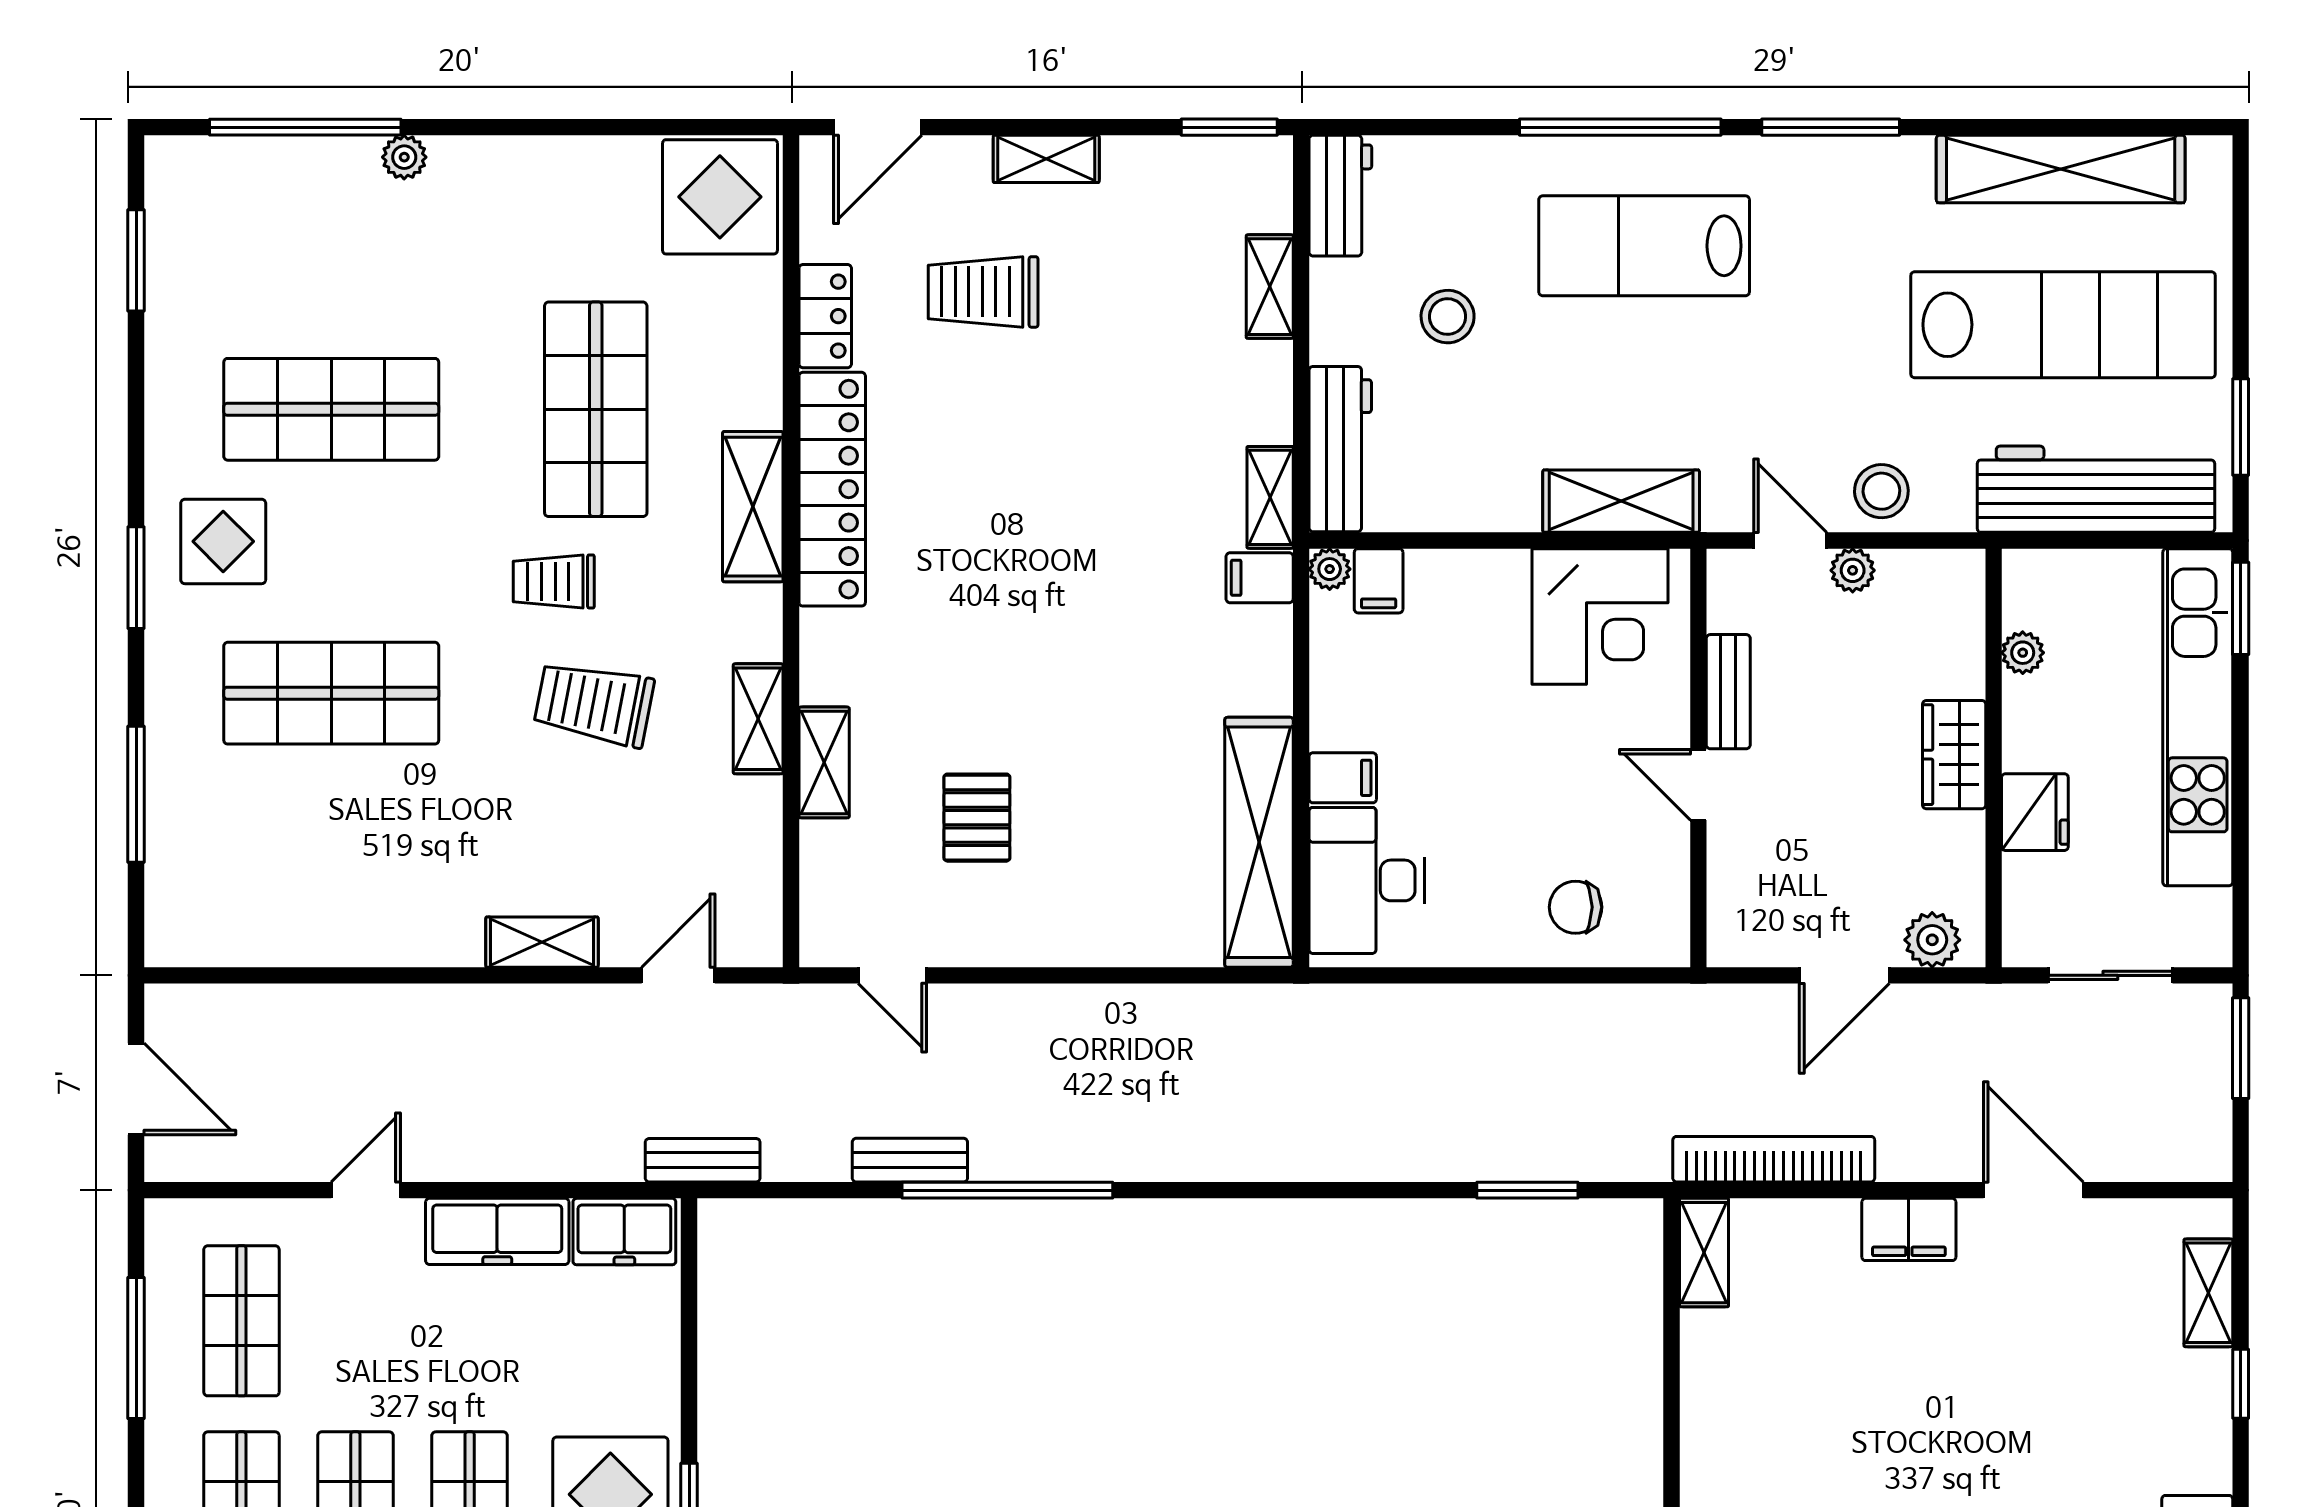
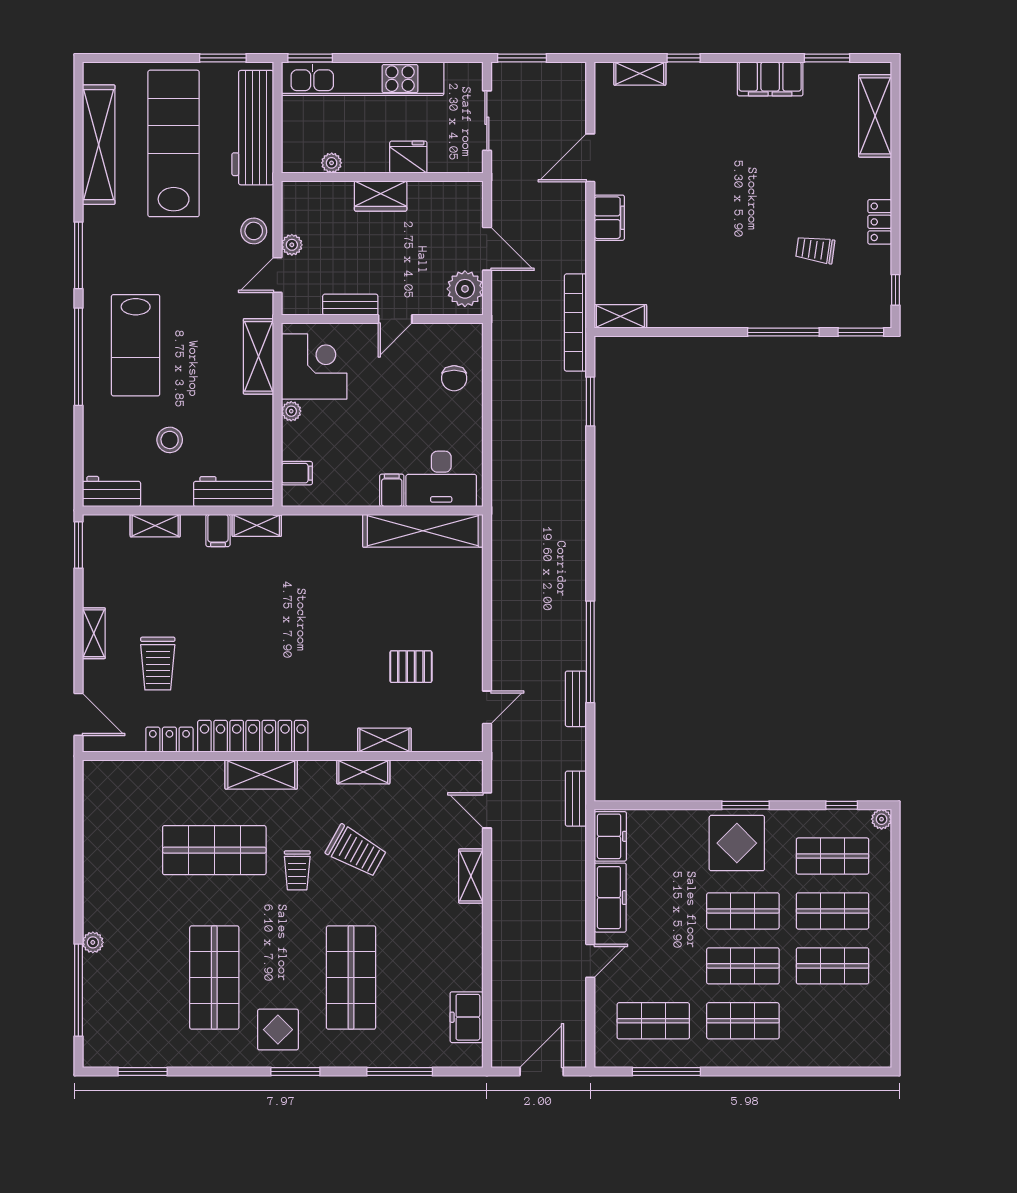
display table: (720, 197) -> (112, 790), removed
plant: (1330, 569) -> (291, 411), moved
filing cabinet: (1260, 578) -> (218, 530), moved
trolley: (594, 704) -> (356, 851), turned -72
freezer: (249, 933) -> (467, 1017), added
plant: (1932, 940) -> (465, 289), moved, width x1.36, depth x1.36
bookcase: (1774, 1159) -> (575, 323), moved
door: (366, 1190) -> (590, 961), swing flipped

